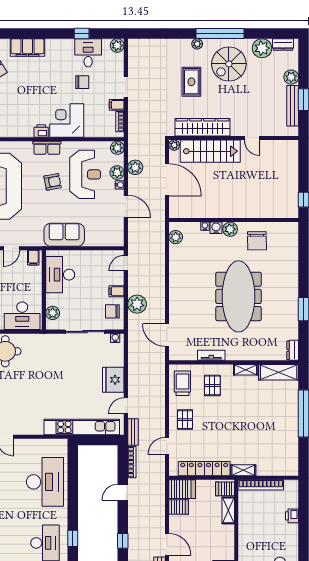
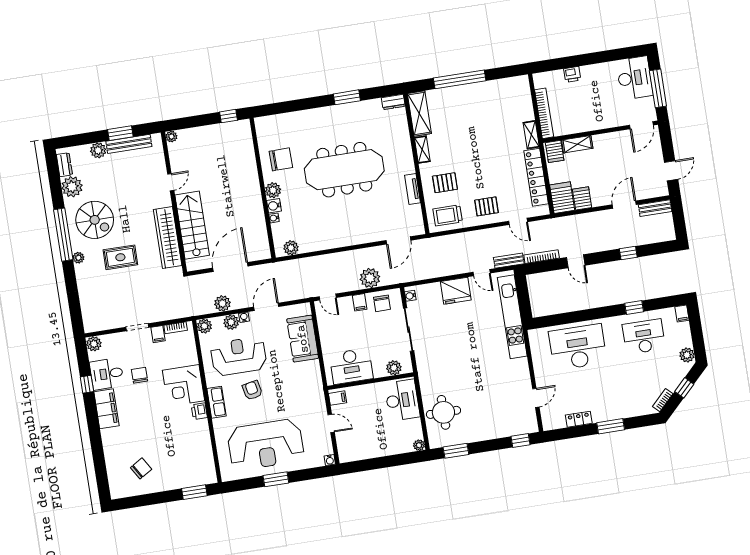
filing cabinet: (28, 48) -> (106, 409), moved
plant: (174, 145) -> (171, 137), moved
sofa: (64, 235) -> (303, 339), moved

